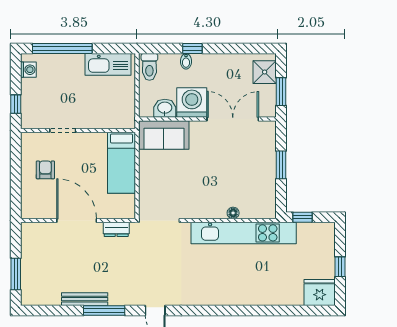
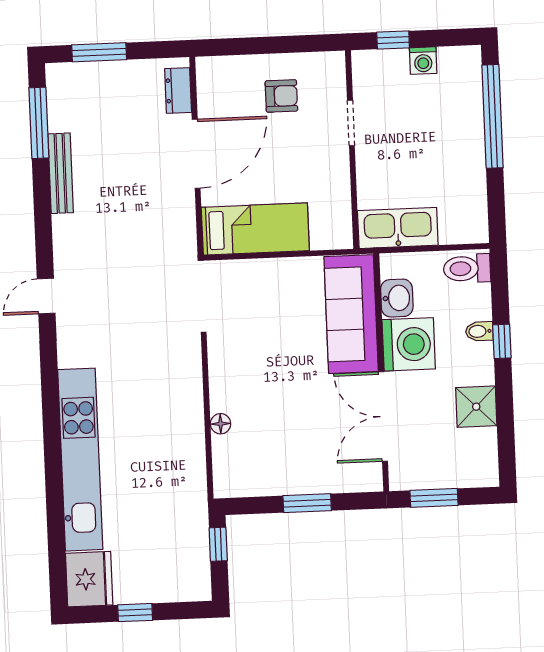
kitchen sink: (108, 64) -> (398, 228), moved, turned 90
washing machine: (28, 70) -> (423, 61), moved
shower: (265, 72) -> (476, 407), moved
double door: (233, 119) -> (383, 416), swing flipped
sofa: (164, 135) -> (351, 314), width x1.36
bed: (121, 163) -> (255, 229), moved, turned 180
dresser: (116, 229) -> (178, 90), moved
kitchen unit: (244, 233) -> (80, 460), moved, turned 180
window: (104, 311) -> (39, 123), moved

